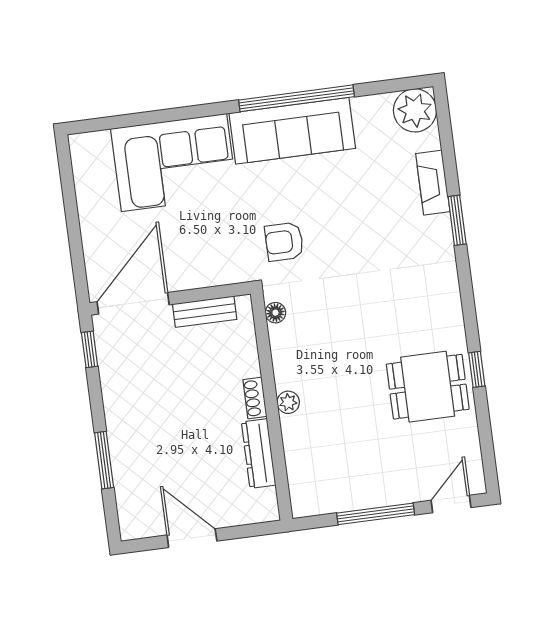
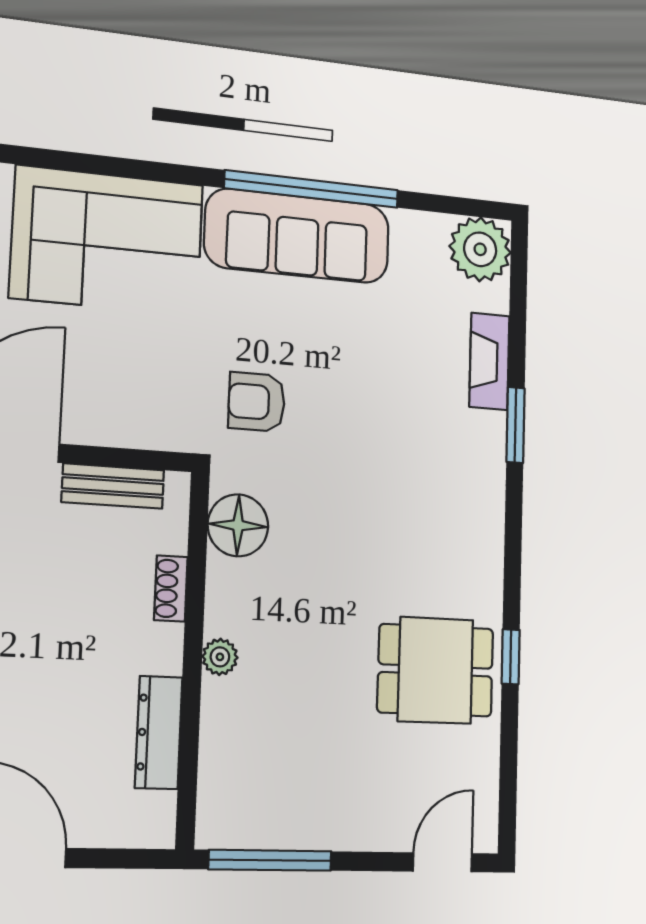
floor lamp: (275, 313) -> (238, 525), width x1.89, depth x1.89
shoe rack: (255, 398) -> (171, 589), moved
window: (376, 514) -> (270, 860), moved

